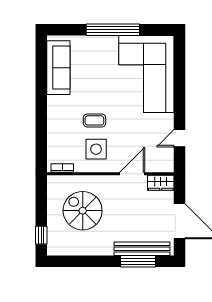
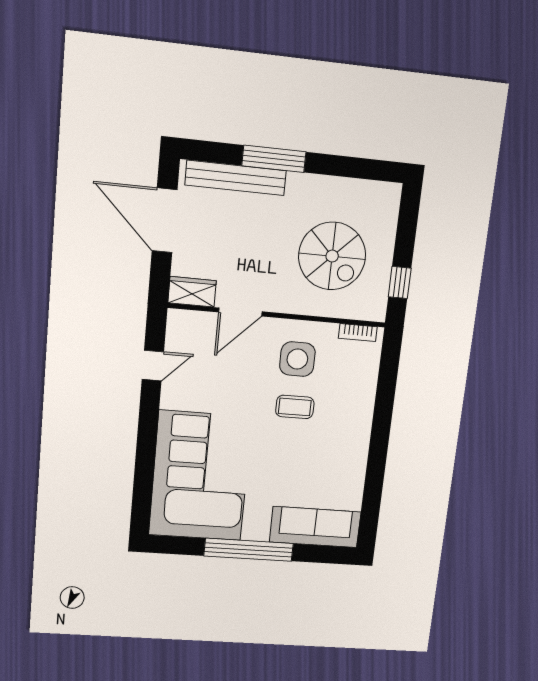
sofa: (58, 68) -> (315, 527), moved, turned 90
window: (41, 235) -> (400, 283), moved
window: (138, 261) -> (274, 159), moved

